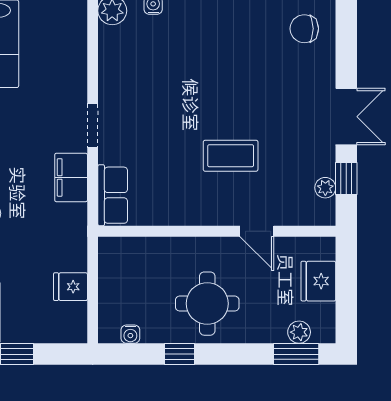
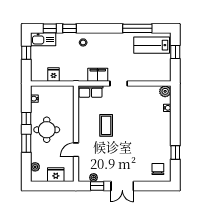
coffee table: (231, 156) -> (106, 125), moved
window: (296, 354) -> (26, 143), moved

